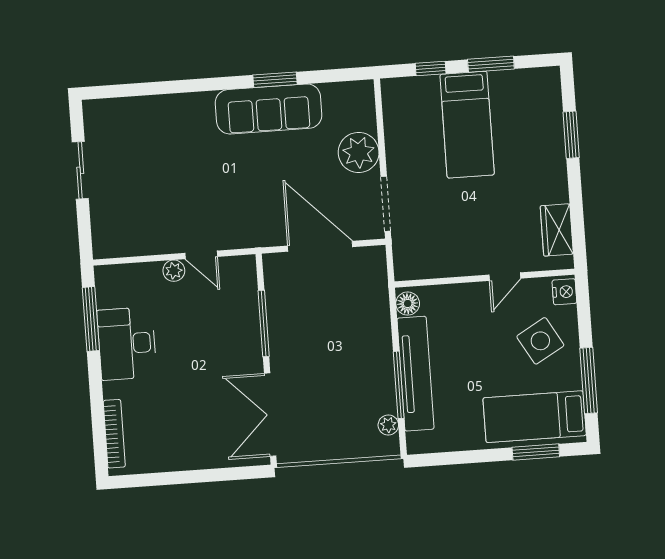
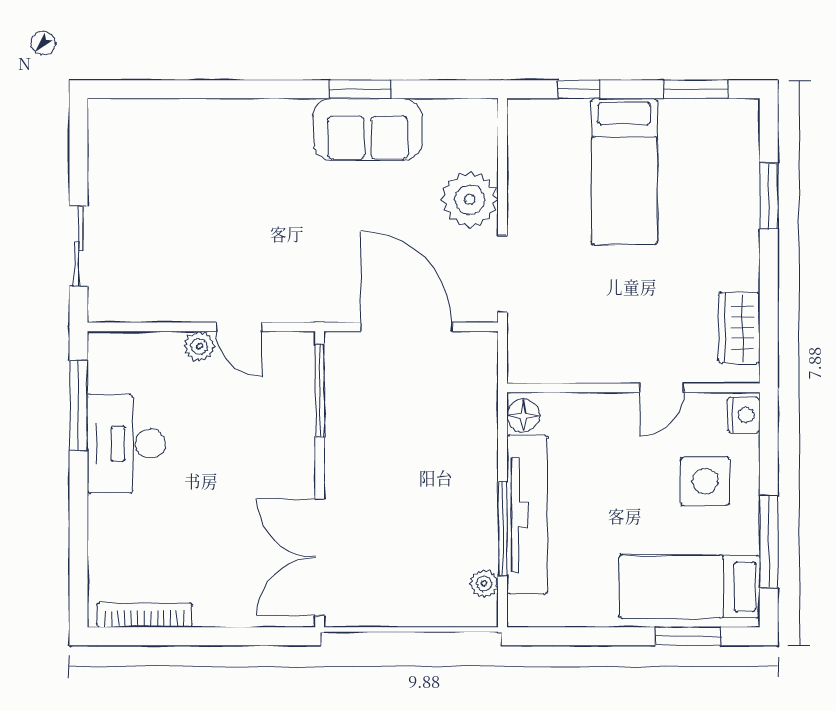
window: (491, 64) -> (696, 89), moved
sofa: (269, 109) -> (368, 130), width x0.73
sliding door: (80, 170) -> (78, 246), moved
window: (264, 323) -> (320, 390), moved
side table: (540, 341) -> (705, 481), turned 30
bookcase: (114, 434) -> (144, 615), moved, turned -90

